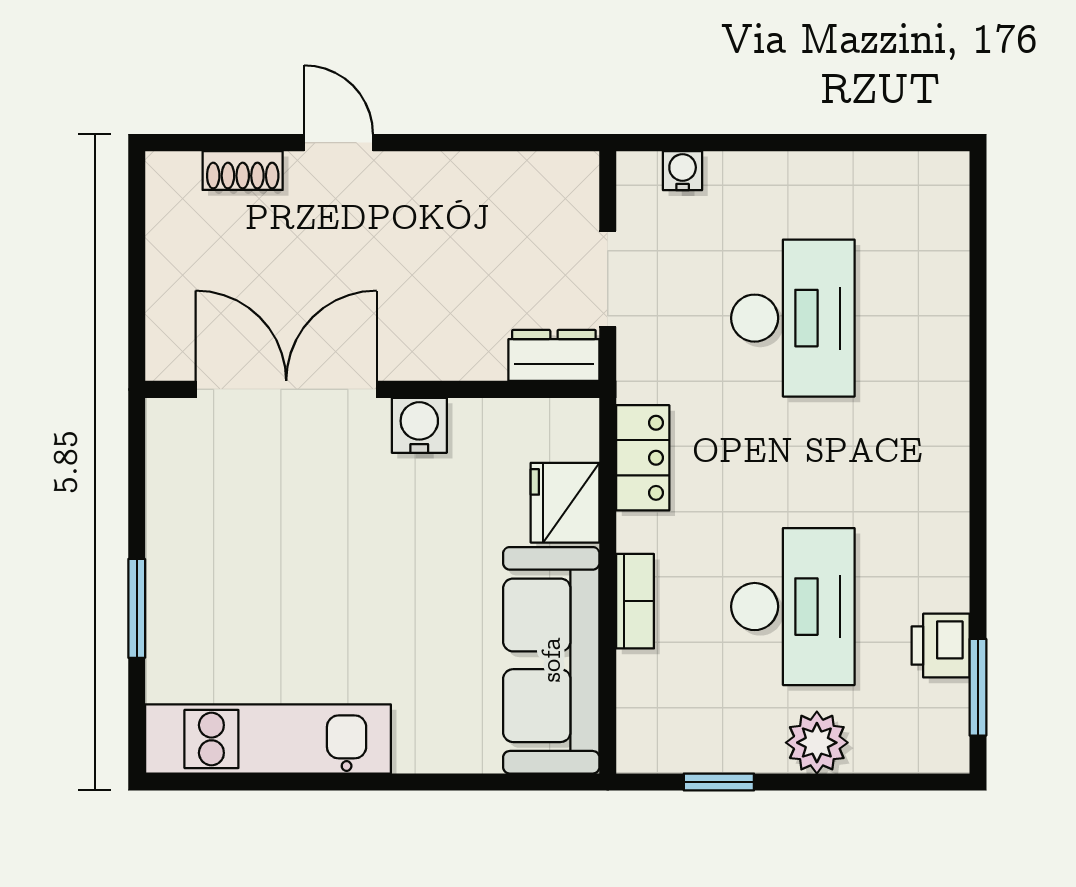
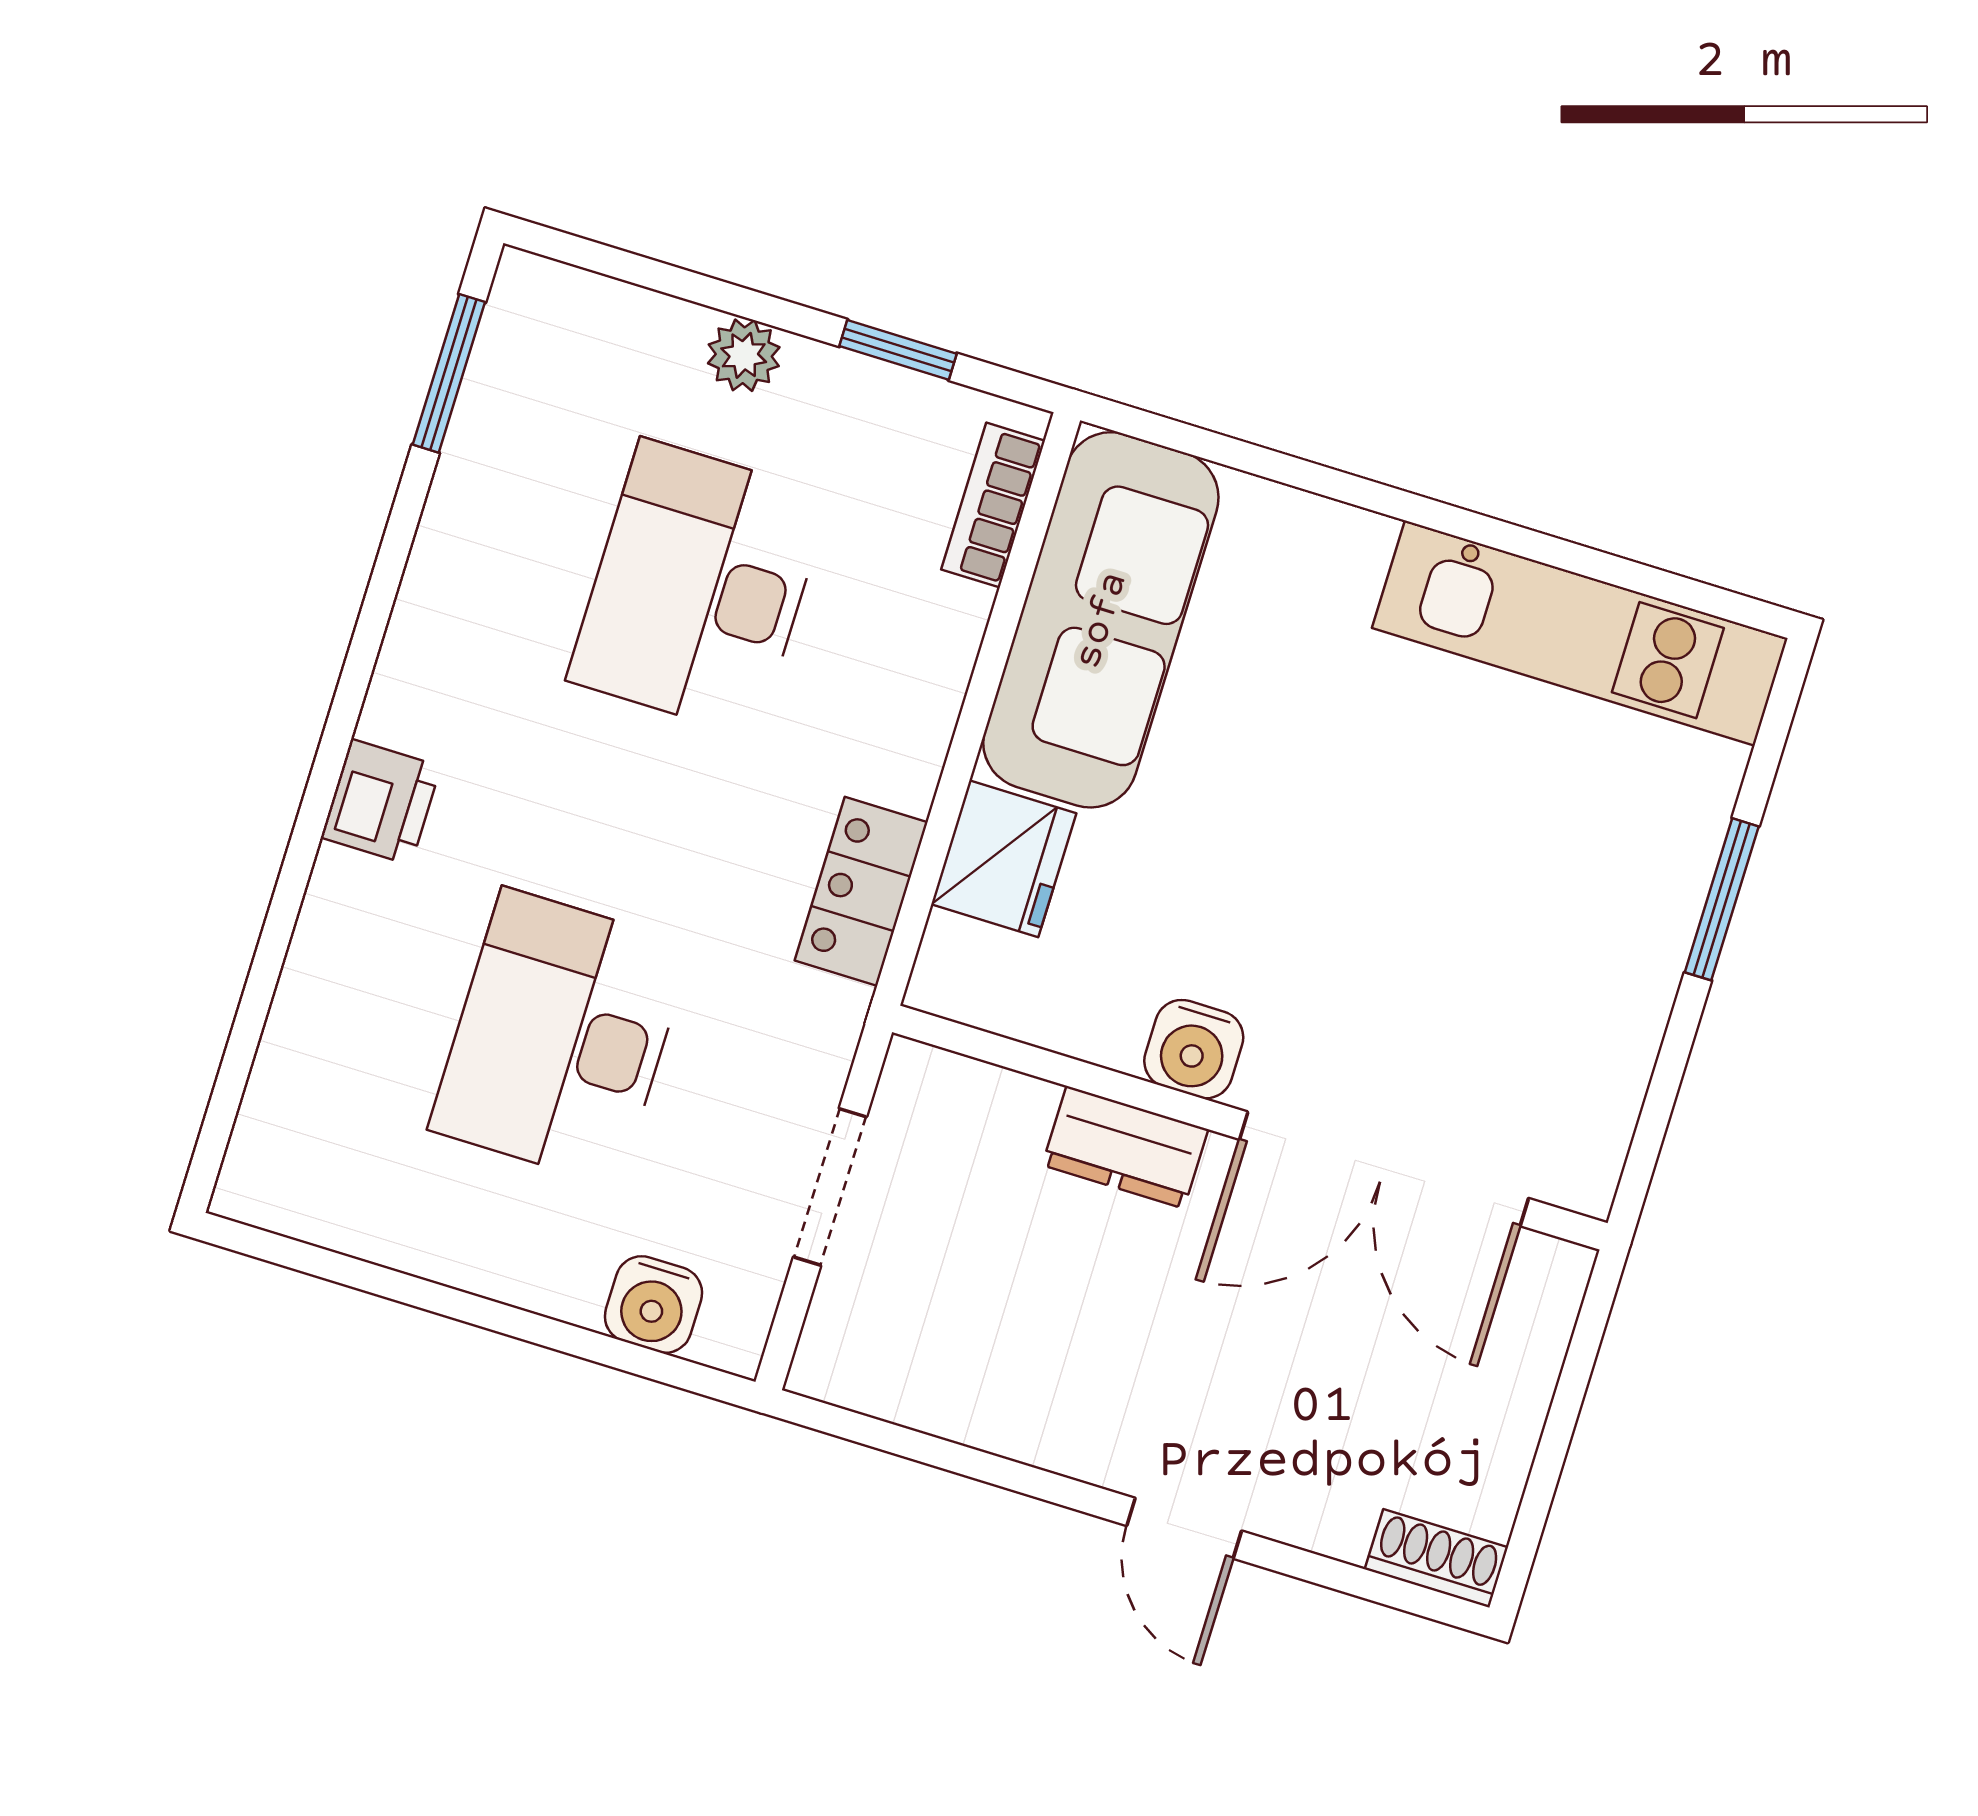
shoe rack: (243, 171) -> (1436, 1558), moved
water cooler: (683, 171) -> (653, 1305), width x1.38, depth x1.38
dresser: (554, 355) -> (1125, 1147), moved
bookcase: (635, 601) -> (993, 505), moved
printer: (941, 646) -> (381, 802), moved
plant: (817, 743) -> (744, 355), width x0.73, depth x0.73

